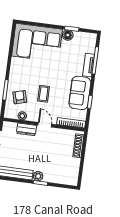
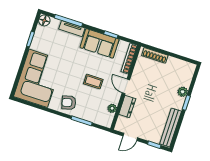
floor lamp: (68, 35) -> (44, 20), moved
armchair: (20, 97) -> (69, 103), moved
door: (45, 125) -> (126, 86), hinge flipped
plant: (38, 176) -> (183, 92), moved

